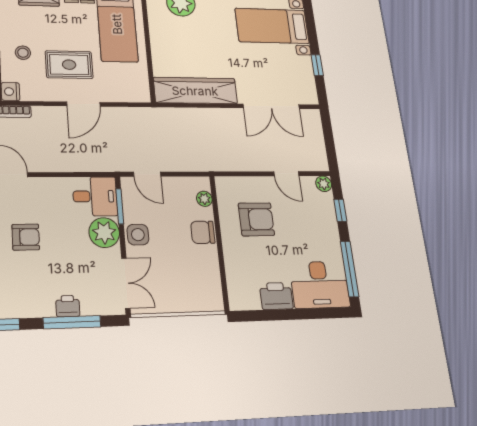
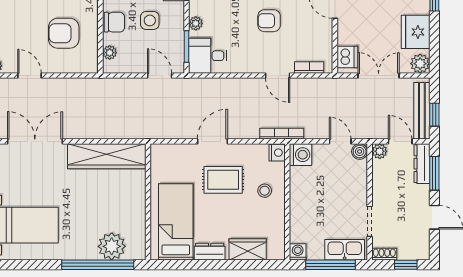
plant: (104, 233) -> (196, 23), width x0.53, depth x0.53
side table: (138, 235) -> (150, 20), moved

